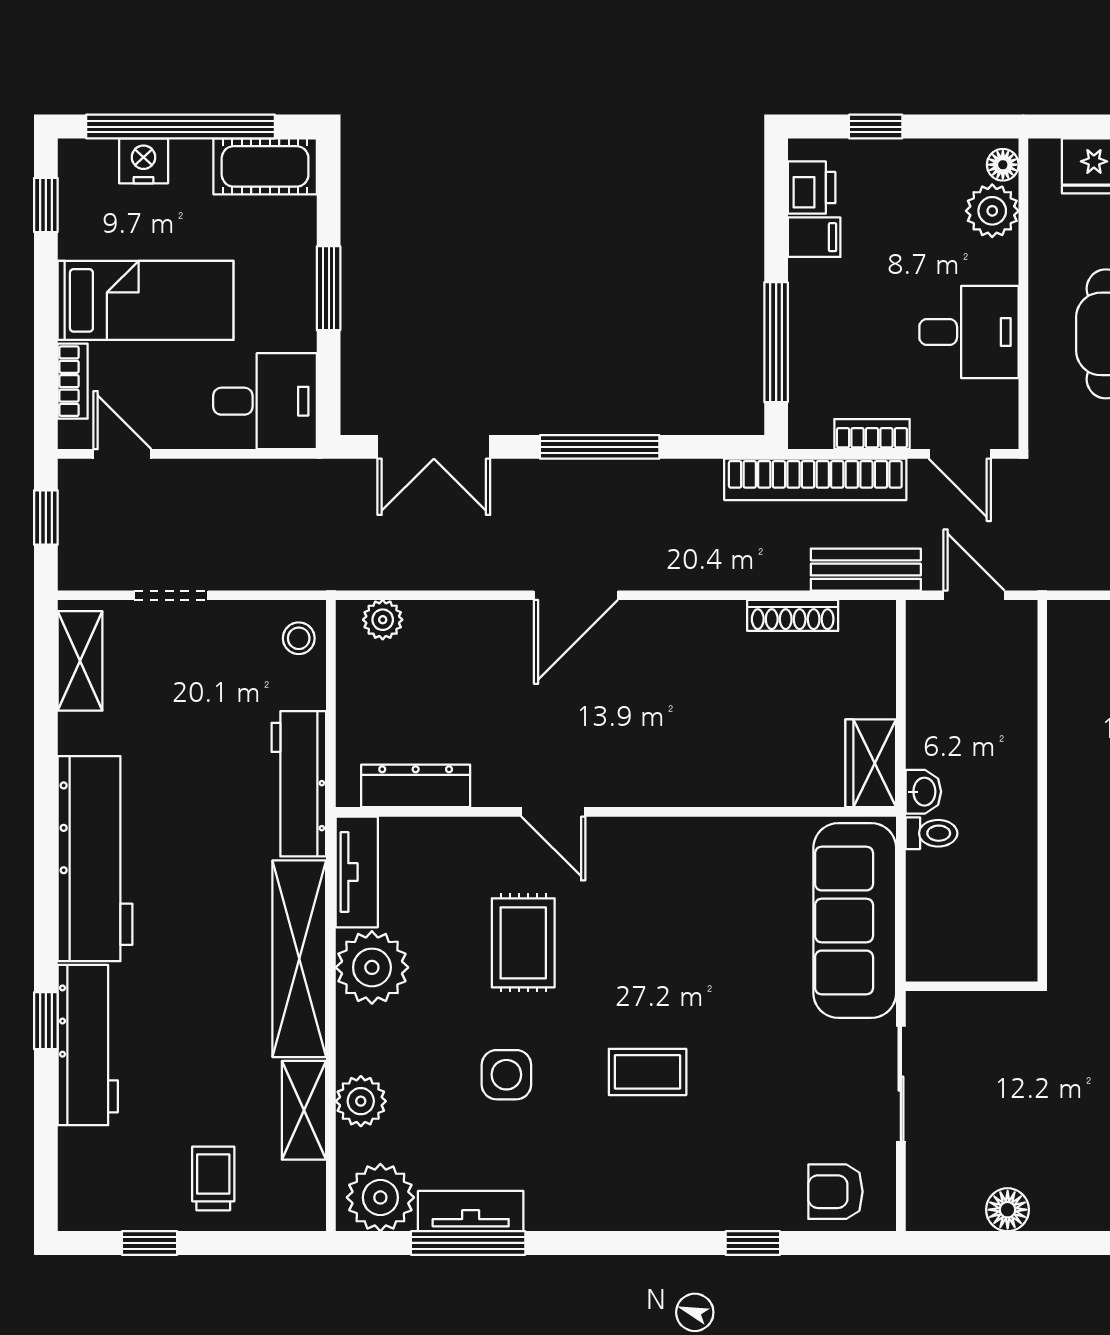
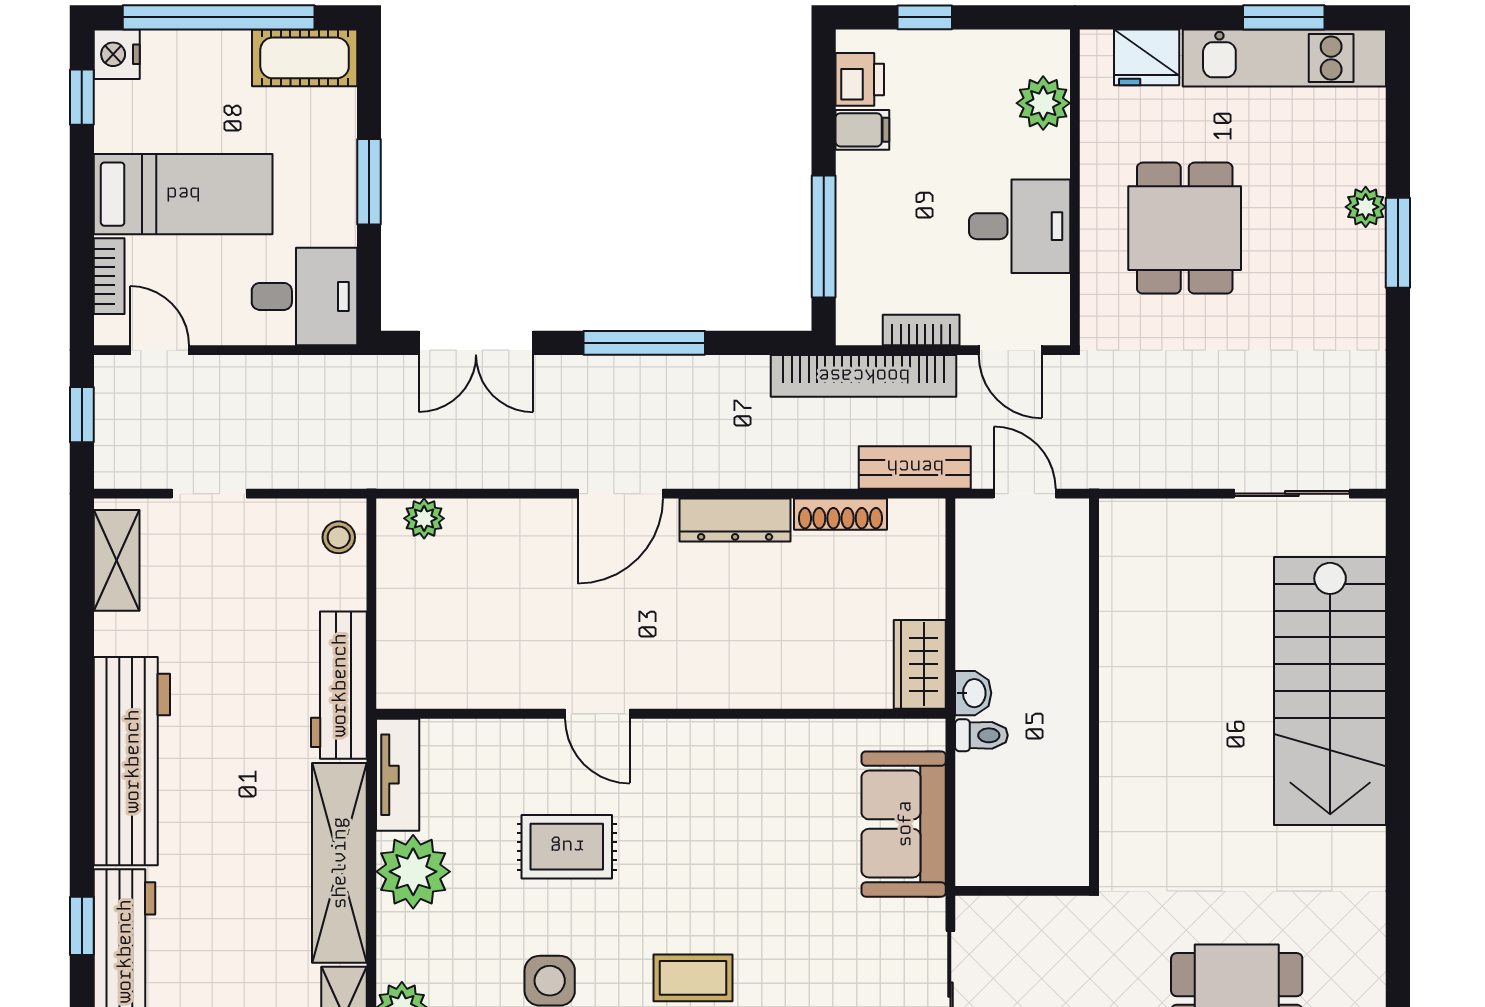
nightstand: (144, 161) -> (117, 54), moved, turned -90
floor lamp: (1003, 165) -> (1054, 56), removed
dresser: (416, 786) -> (735, 520), moved, turned 180
sofa: (855, 921) -> (904, 824), width x0.73
rug: (523, 943) -> (567, 847), turned 90

